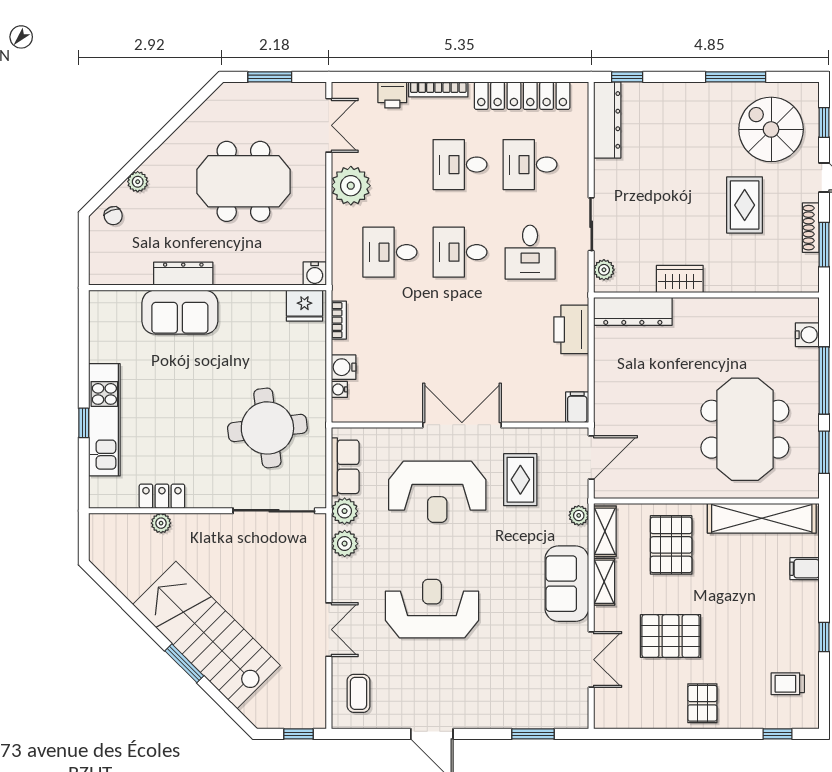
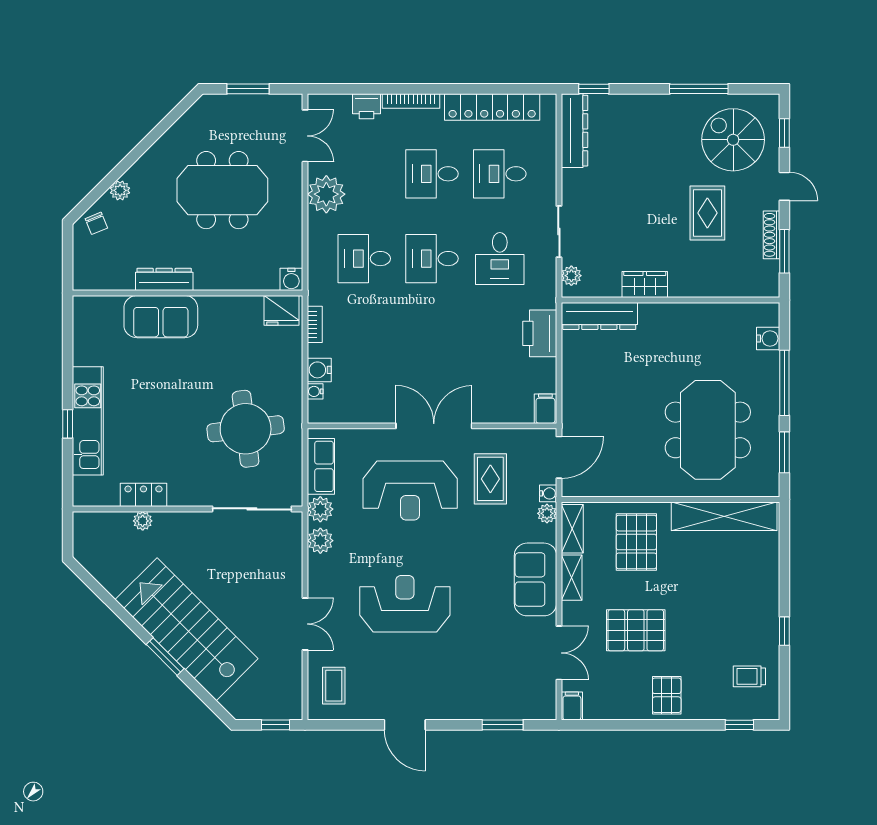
water cooler: (580, 495) -> (548, 493), added
filing cabinet: (805, 569) -> (572, 706), moved, turned 90

